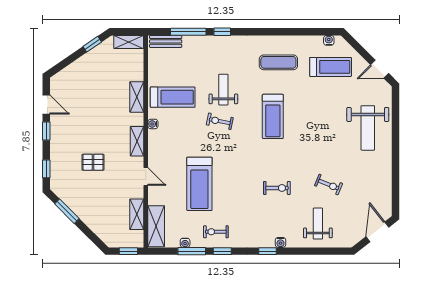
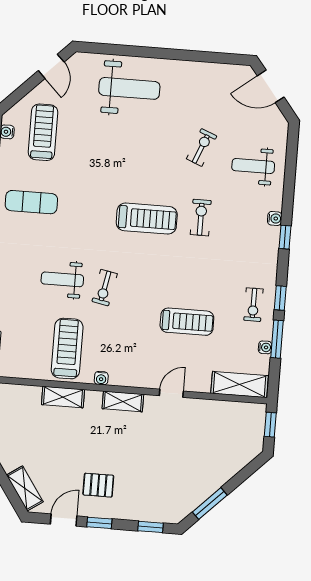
exercise mat: (278, 62) -> (31, 202), turned 90
treadmill: (273, 116) -> (147, 219), moved
pallet: (93, 162) -> (98, 485), moved, turned 90
treadmill: (199, 184) -> (187, 322), width x0.73, depth x0.73
shelving: (137, 214) -> (25, 488), moved, turned 56

